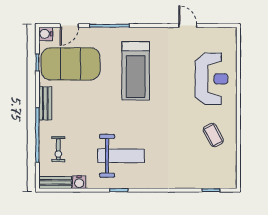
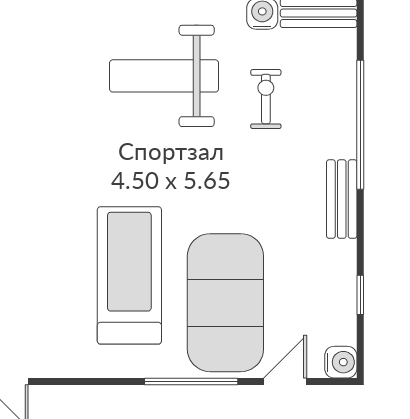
exercise mat: (71, 64) -> (225, 303), moved, turned 90
exercise bike: (58, 149) -> (266, 99), moved

